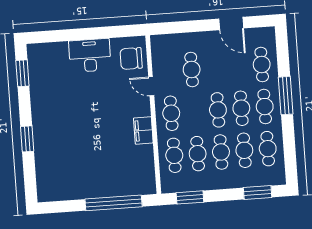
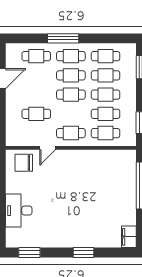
desk: (90, 55) -> (19, 211), moved
chair: (131, 58) -> (24, 163), turned 90
filing cabinet: (143, 130) -> (129, 237), moved, turned 90

